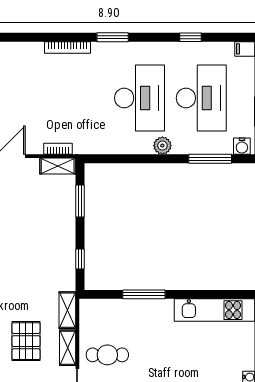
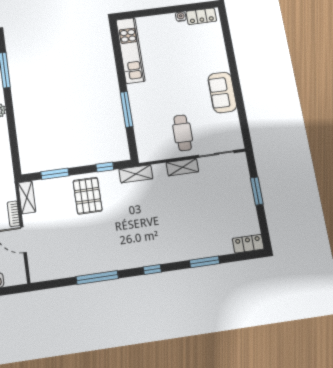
bookcase: (58, 149) -> (14, 214), moved
shelving: (67, 310) -> (136, 174), moved
pallet: (26, 341) -> (88, 196), moved, turned 90

